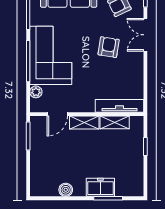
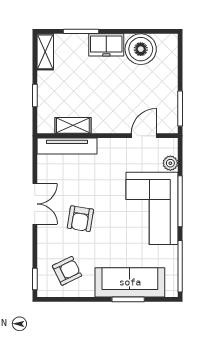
double door: (145, 35) -> (35, 204), moved
shelving: (84, 123) -> (45, 52), moved, turned 90
freezer: (100, 187) -> (106, 45), moved
boiler: (66, 190) -> (141, 49), width x1.86, depth x1.86

